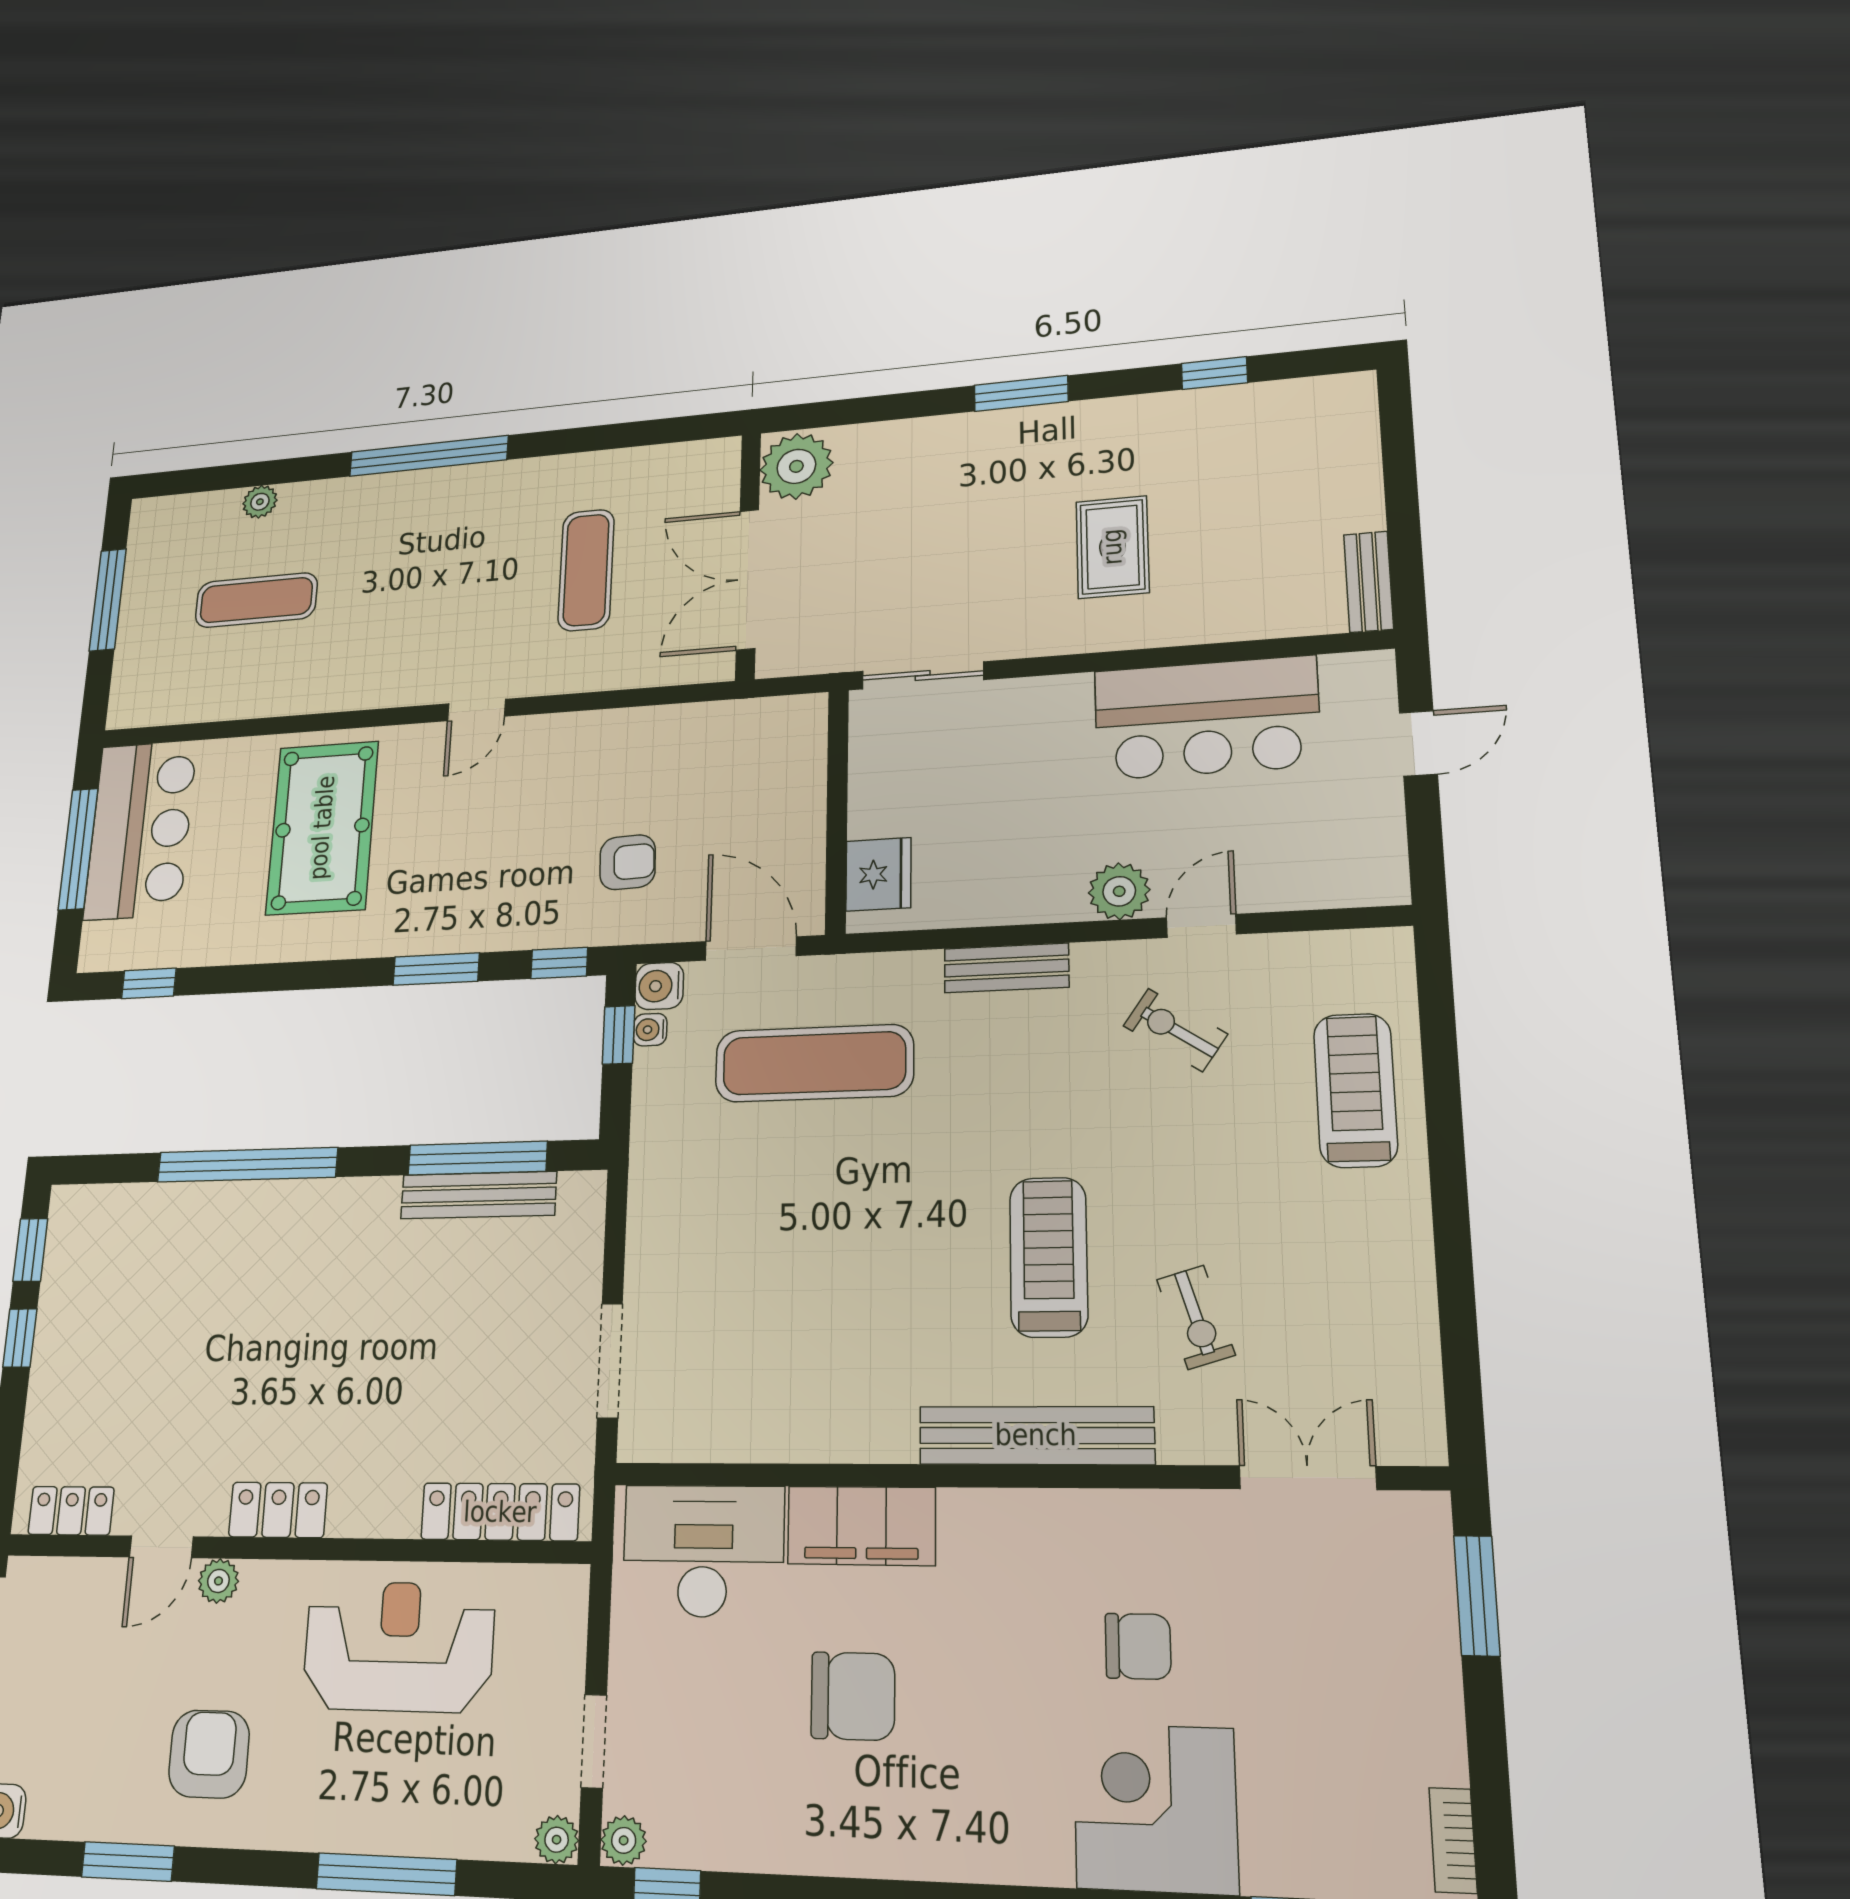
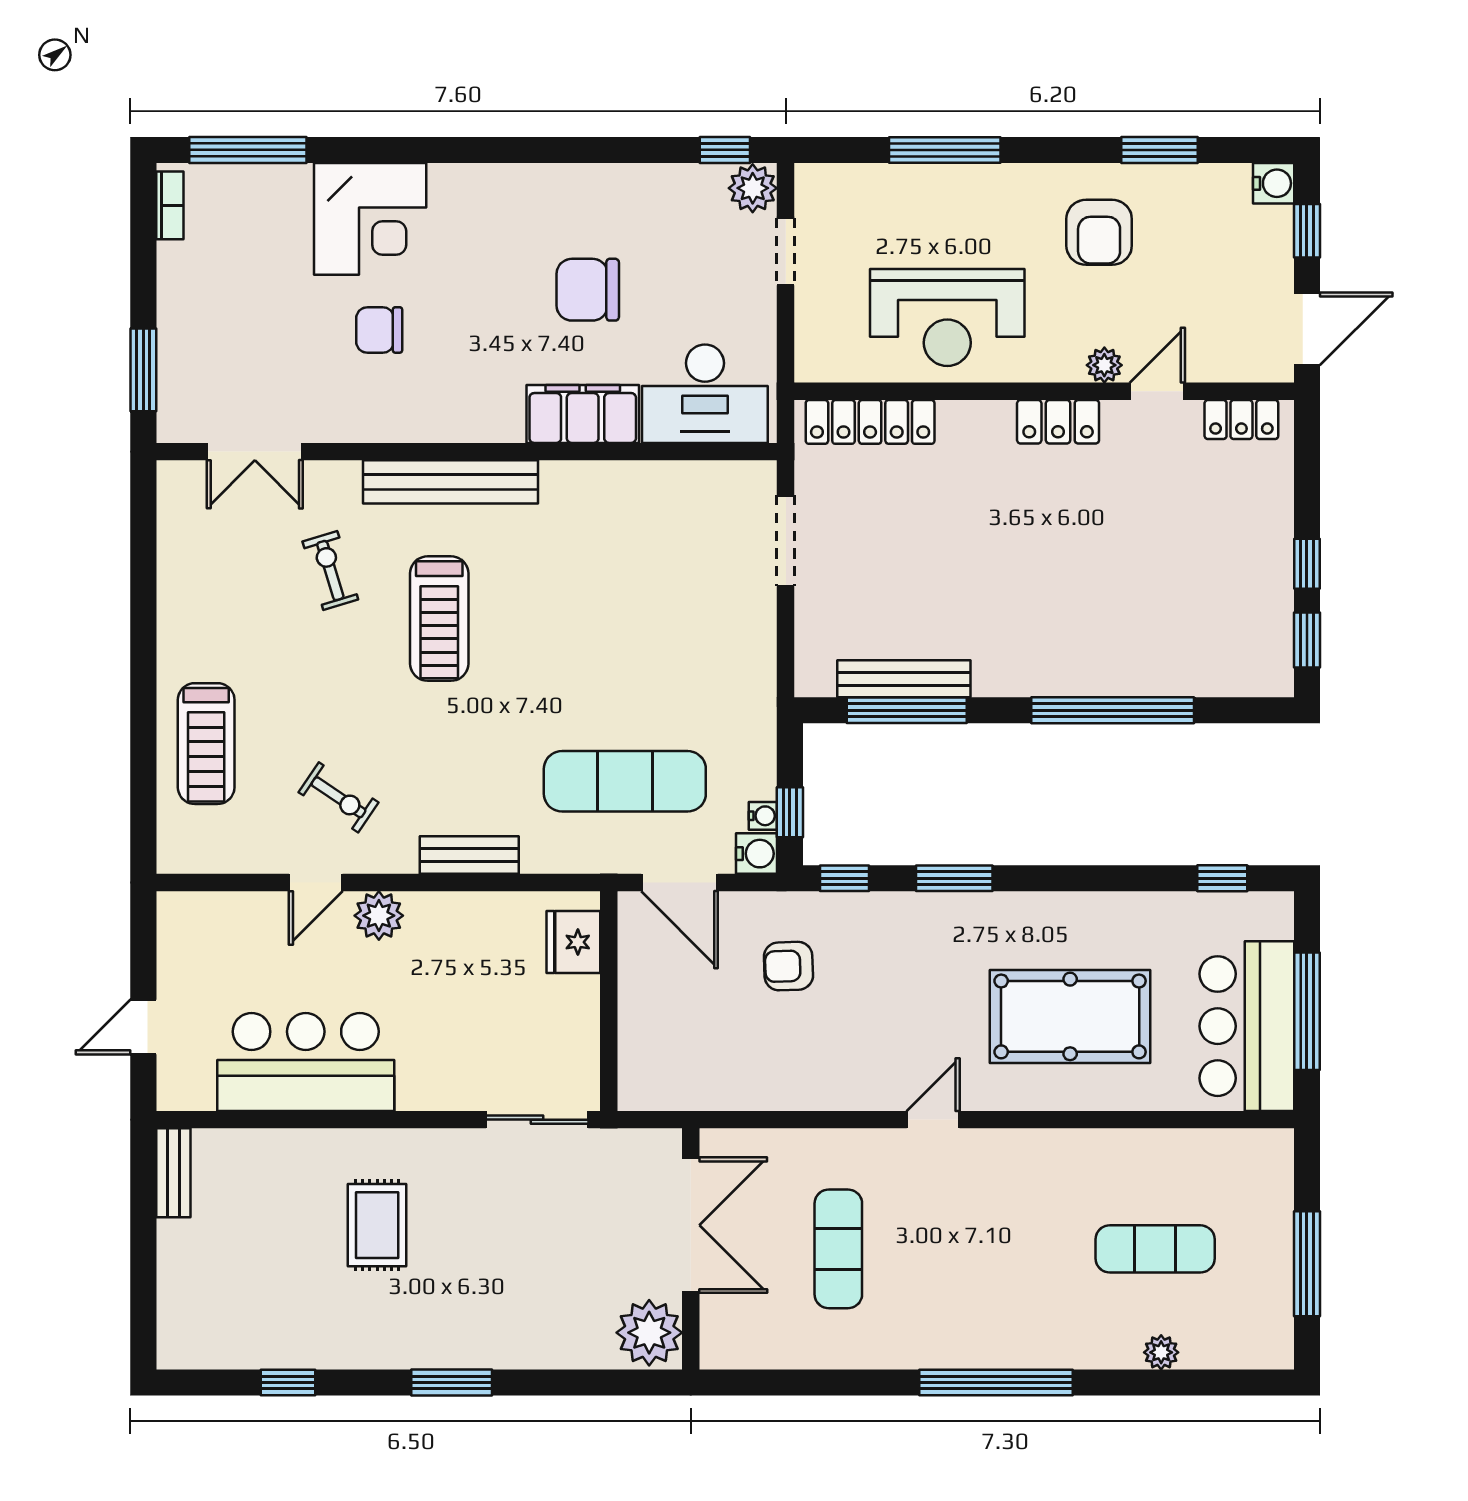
pool table: (322, 828) -> (1070, 1016), turned 90
plant: (557, 1840) -> (811, 180), removed
plant: (624, 1840) -> (753, 188), width x1.38, depth x1.38

